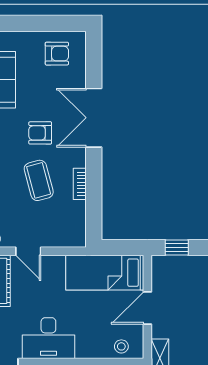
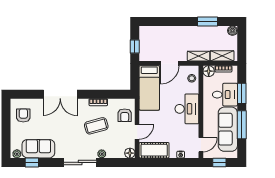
armchair: (40, 133) -> (125, 115), moved
door: (147, 308) -> (170, 63), hinge flipped
desk: (48, 338) -> (187, 109), moved

